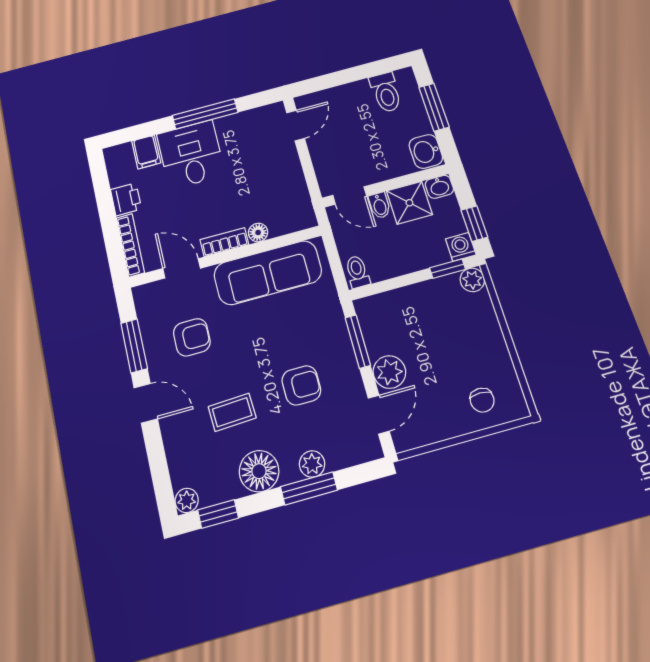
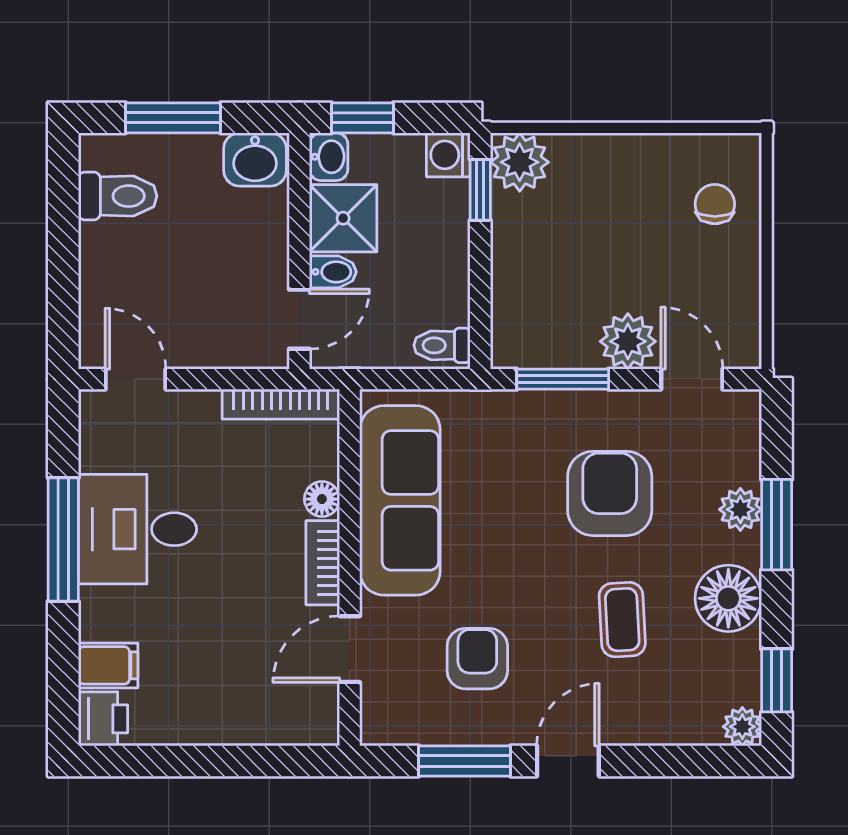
desk: (191, 154) -> (137, 529), moved
printer: (126, 199) -> (103, 719), moved, turned 90
window: (474, 224) -> (362, 118), moved
bookcase: (130, 245) -> (281, 404), moved, turned 180
plant: (472, 280) -> (520, 162), width x1.38, depth x1.38
armchair: (301, 385) -> (610, 493), width x1.38, depth x1.38
chair: (482, 400) -> (715, 204), turned -90

